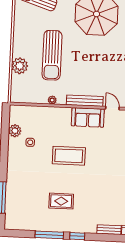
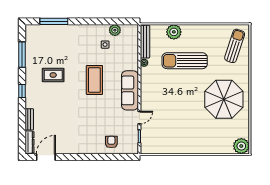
bench: (85, 101) -> (145, 42), moved
sofa: (88, 117) -> (130, 90), width x1.36
rug: (61, 201) -> (53, 75), turned 90
window: (49, 235) -> (22, 55), moved

